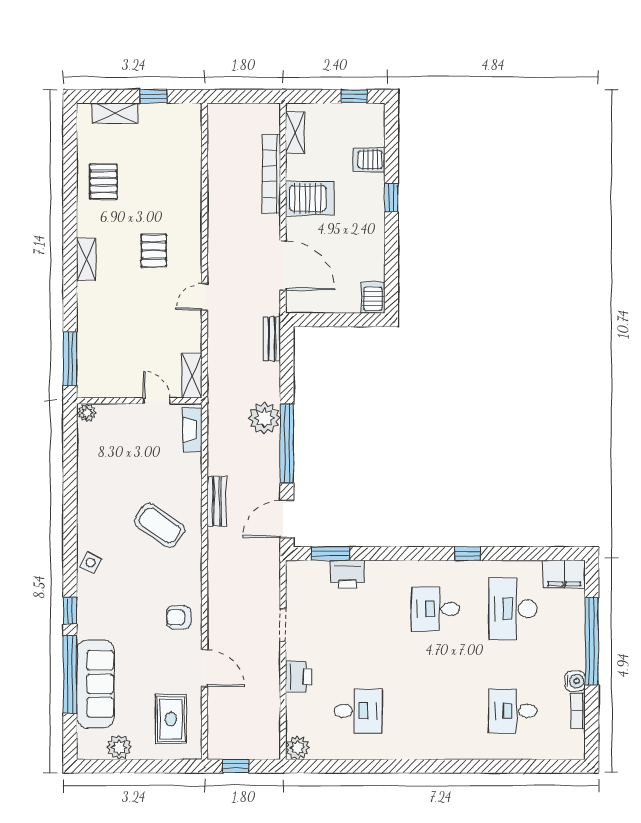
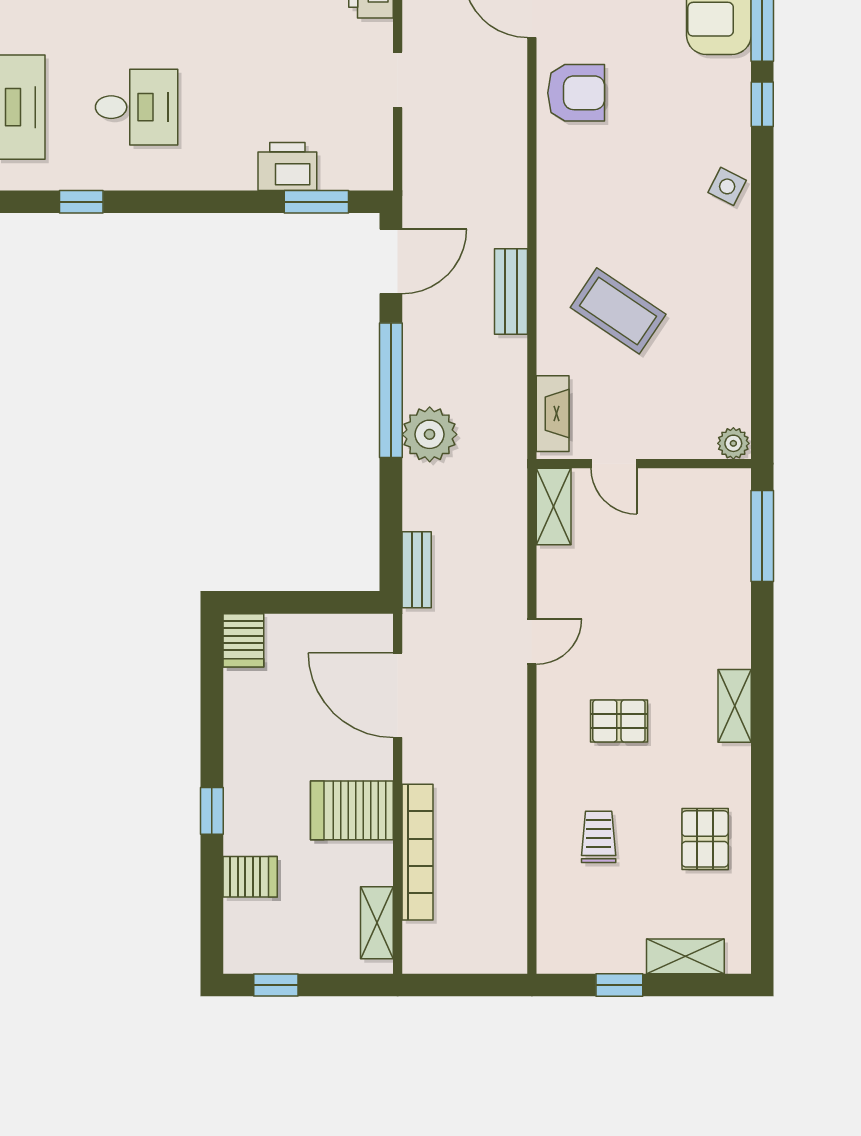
trolley: (166, 183) -> (599, 837), added
pallet: (154, 251) -> (619, 721), turned 90
coffee table: (160, 525) -> (618, 311), moved
armchair: (179, 617) -> (576, 93), width x1.38, depth x1.38

